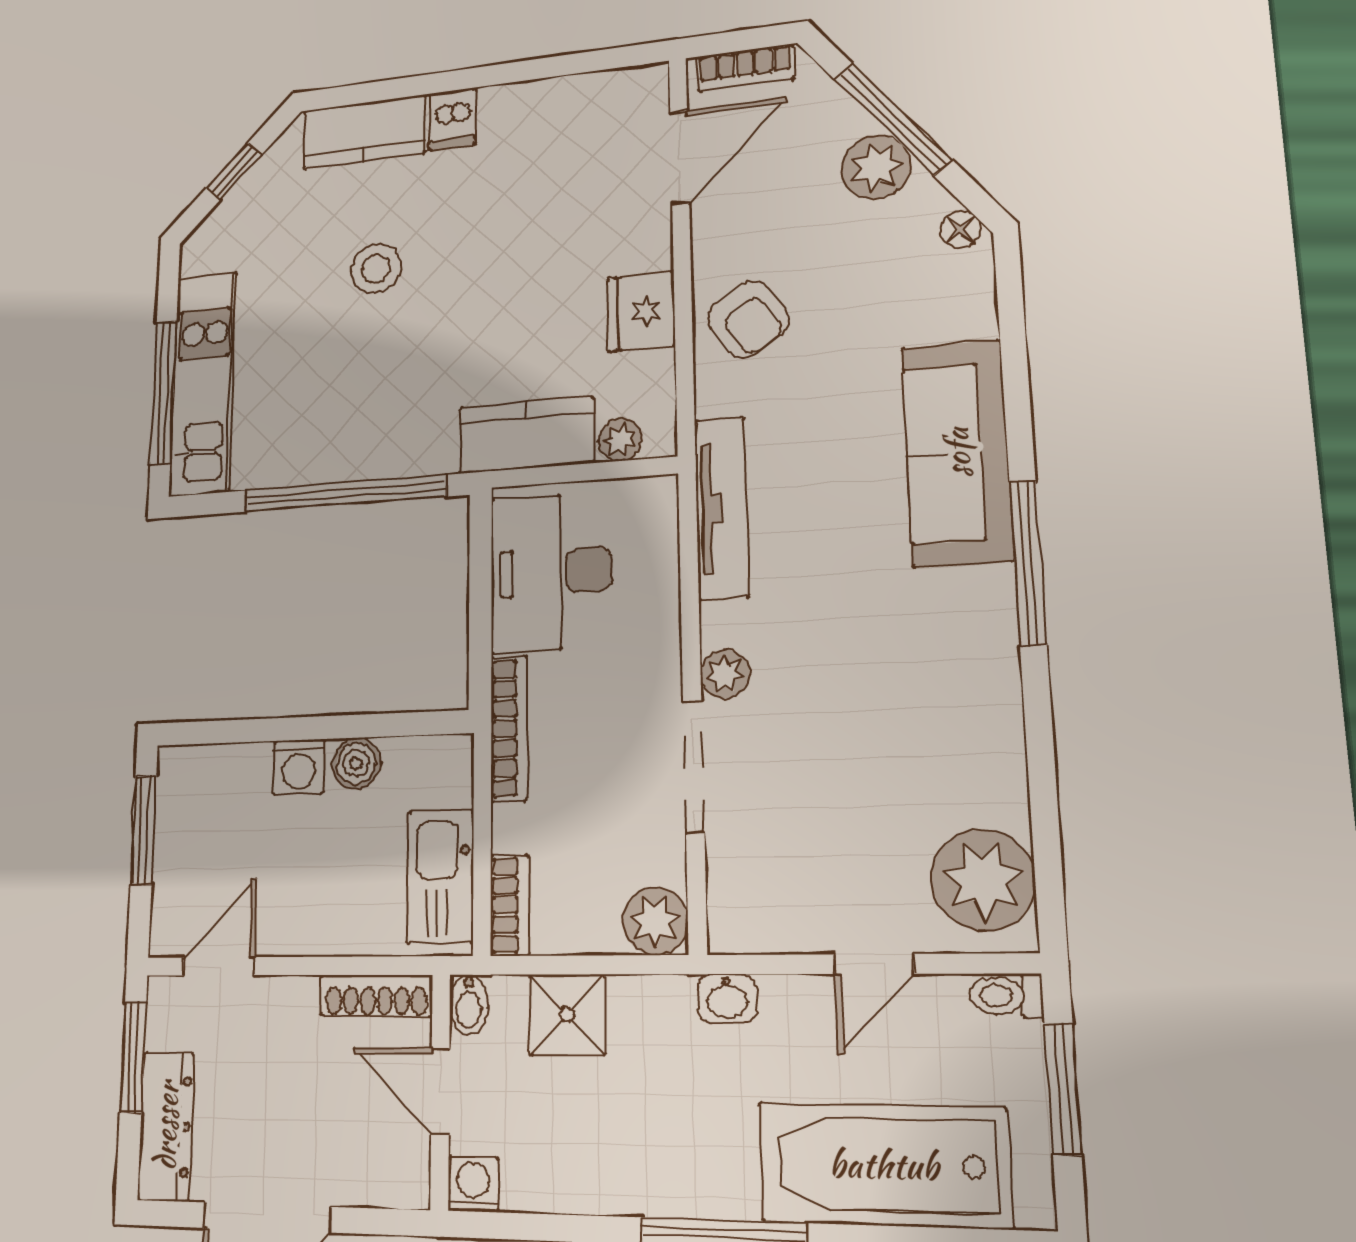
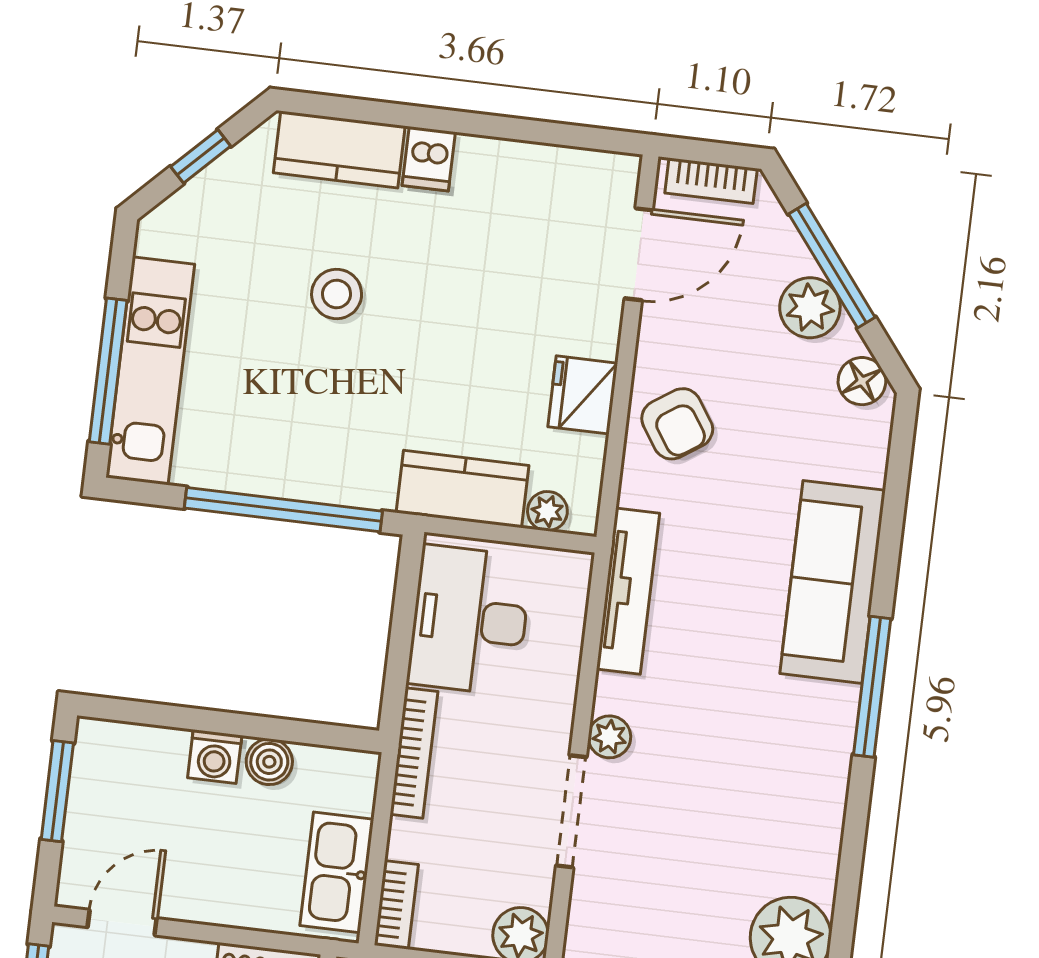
floor lamp: (960, 229) -> (862, 381), width x1.37, depth x1.37

